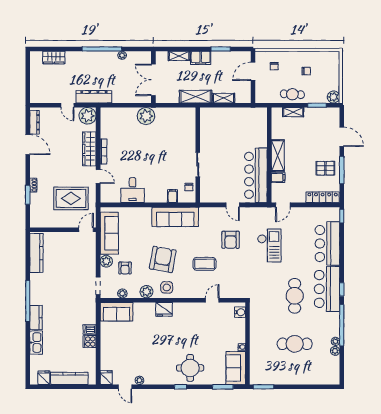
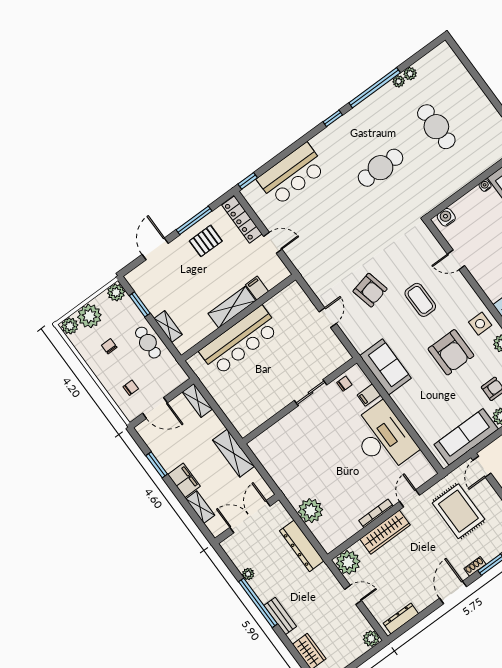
bench: (85, 56) -> (280, 616), added
plant: (334, 57) -> (70, 326), added
plant: (331, 72) -> (89, 316), added
double door: (153, 80) -> (250, 517), swing flipped
plant: (36, 97) -> (371, 639), added
dresser: (94, 97) -> (302, 546), moved
shelving: (224, 98) -> (197, 400), moved
door: (67, 105) -> (353, 595), hinge flipped
plant: (146, 116) -> (310, 511), moved
door: (28, 145) -> (453, 592), moved
pallet: (325, 168) -> (206, 241), turned 90
bar counter: (256, 175) -> (240, 341), moved
desk: (133, 190) -> (383, 438), width x1.87, depth x1.30
door: (283, 205) -> (273, 243), moved
sofa: (175, 217) -> (385, 367), width x0.73
door: (86, 230) -> (482, 467), hinge flipped
armchair: (231, 240) -> (370, 290), turned 77
checkout: (269, 245) -> (344, 240), removed
armchair: (163, 259) -> (451, 352), turned -100
bar counter: (327, 289) -> (345, 136), removed

